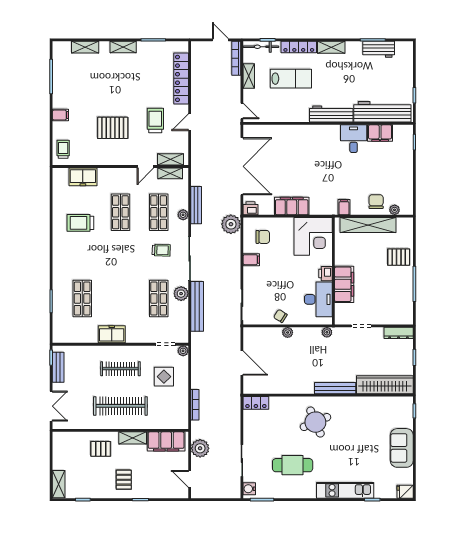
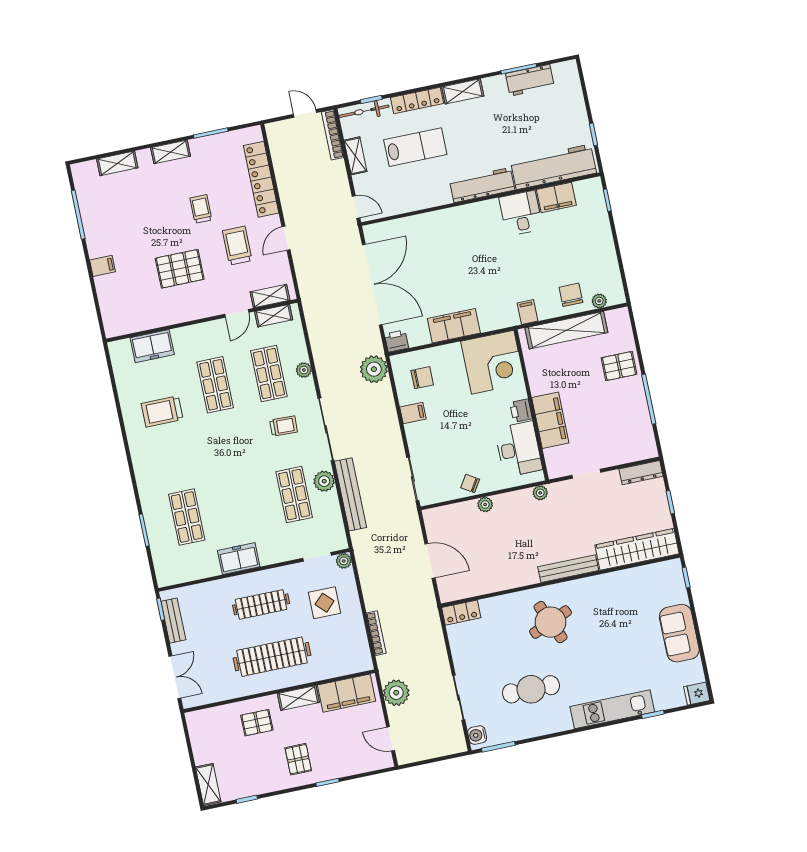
trolley: (63, 149) -> (201, 209), moved
bench: (196, 205) -> (319, 353), removed

